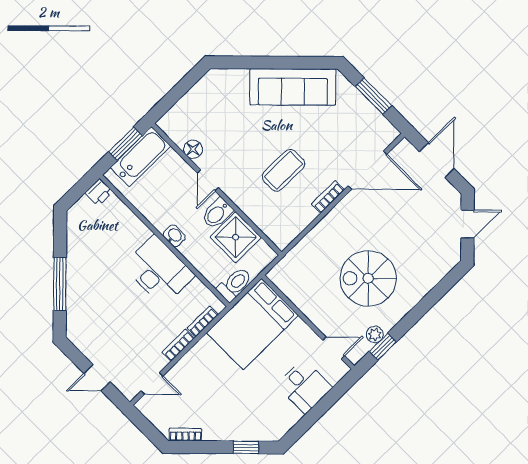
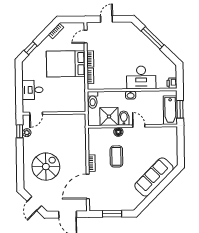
sofa: (293, 87) -> (154, 177), moved
floor lamp: (193, 149) -> (118, 132), moved
desk: (159, 271) -> (141, 77), moved
spiral stairs: (368, 278) -> (46, 167), moved
bed: (252, 324) -> (66, 64), moved, turned -90

